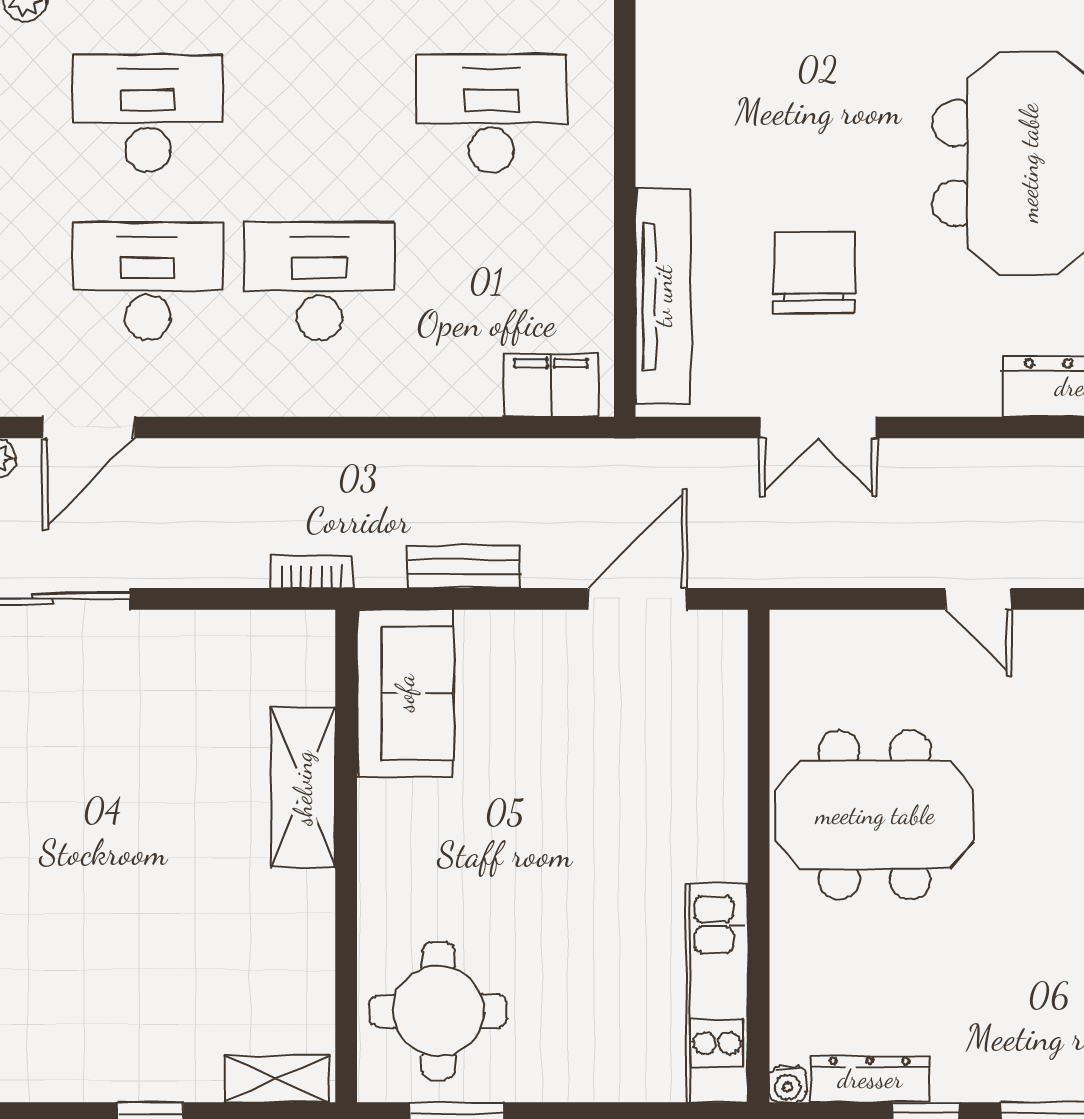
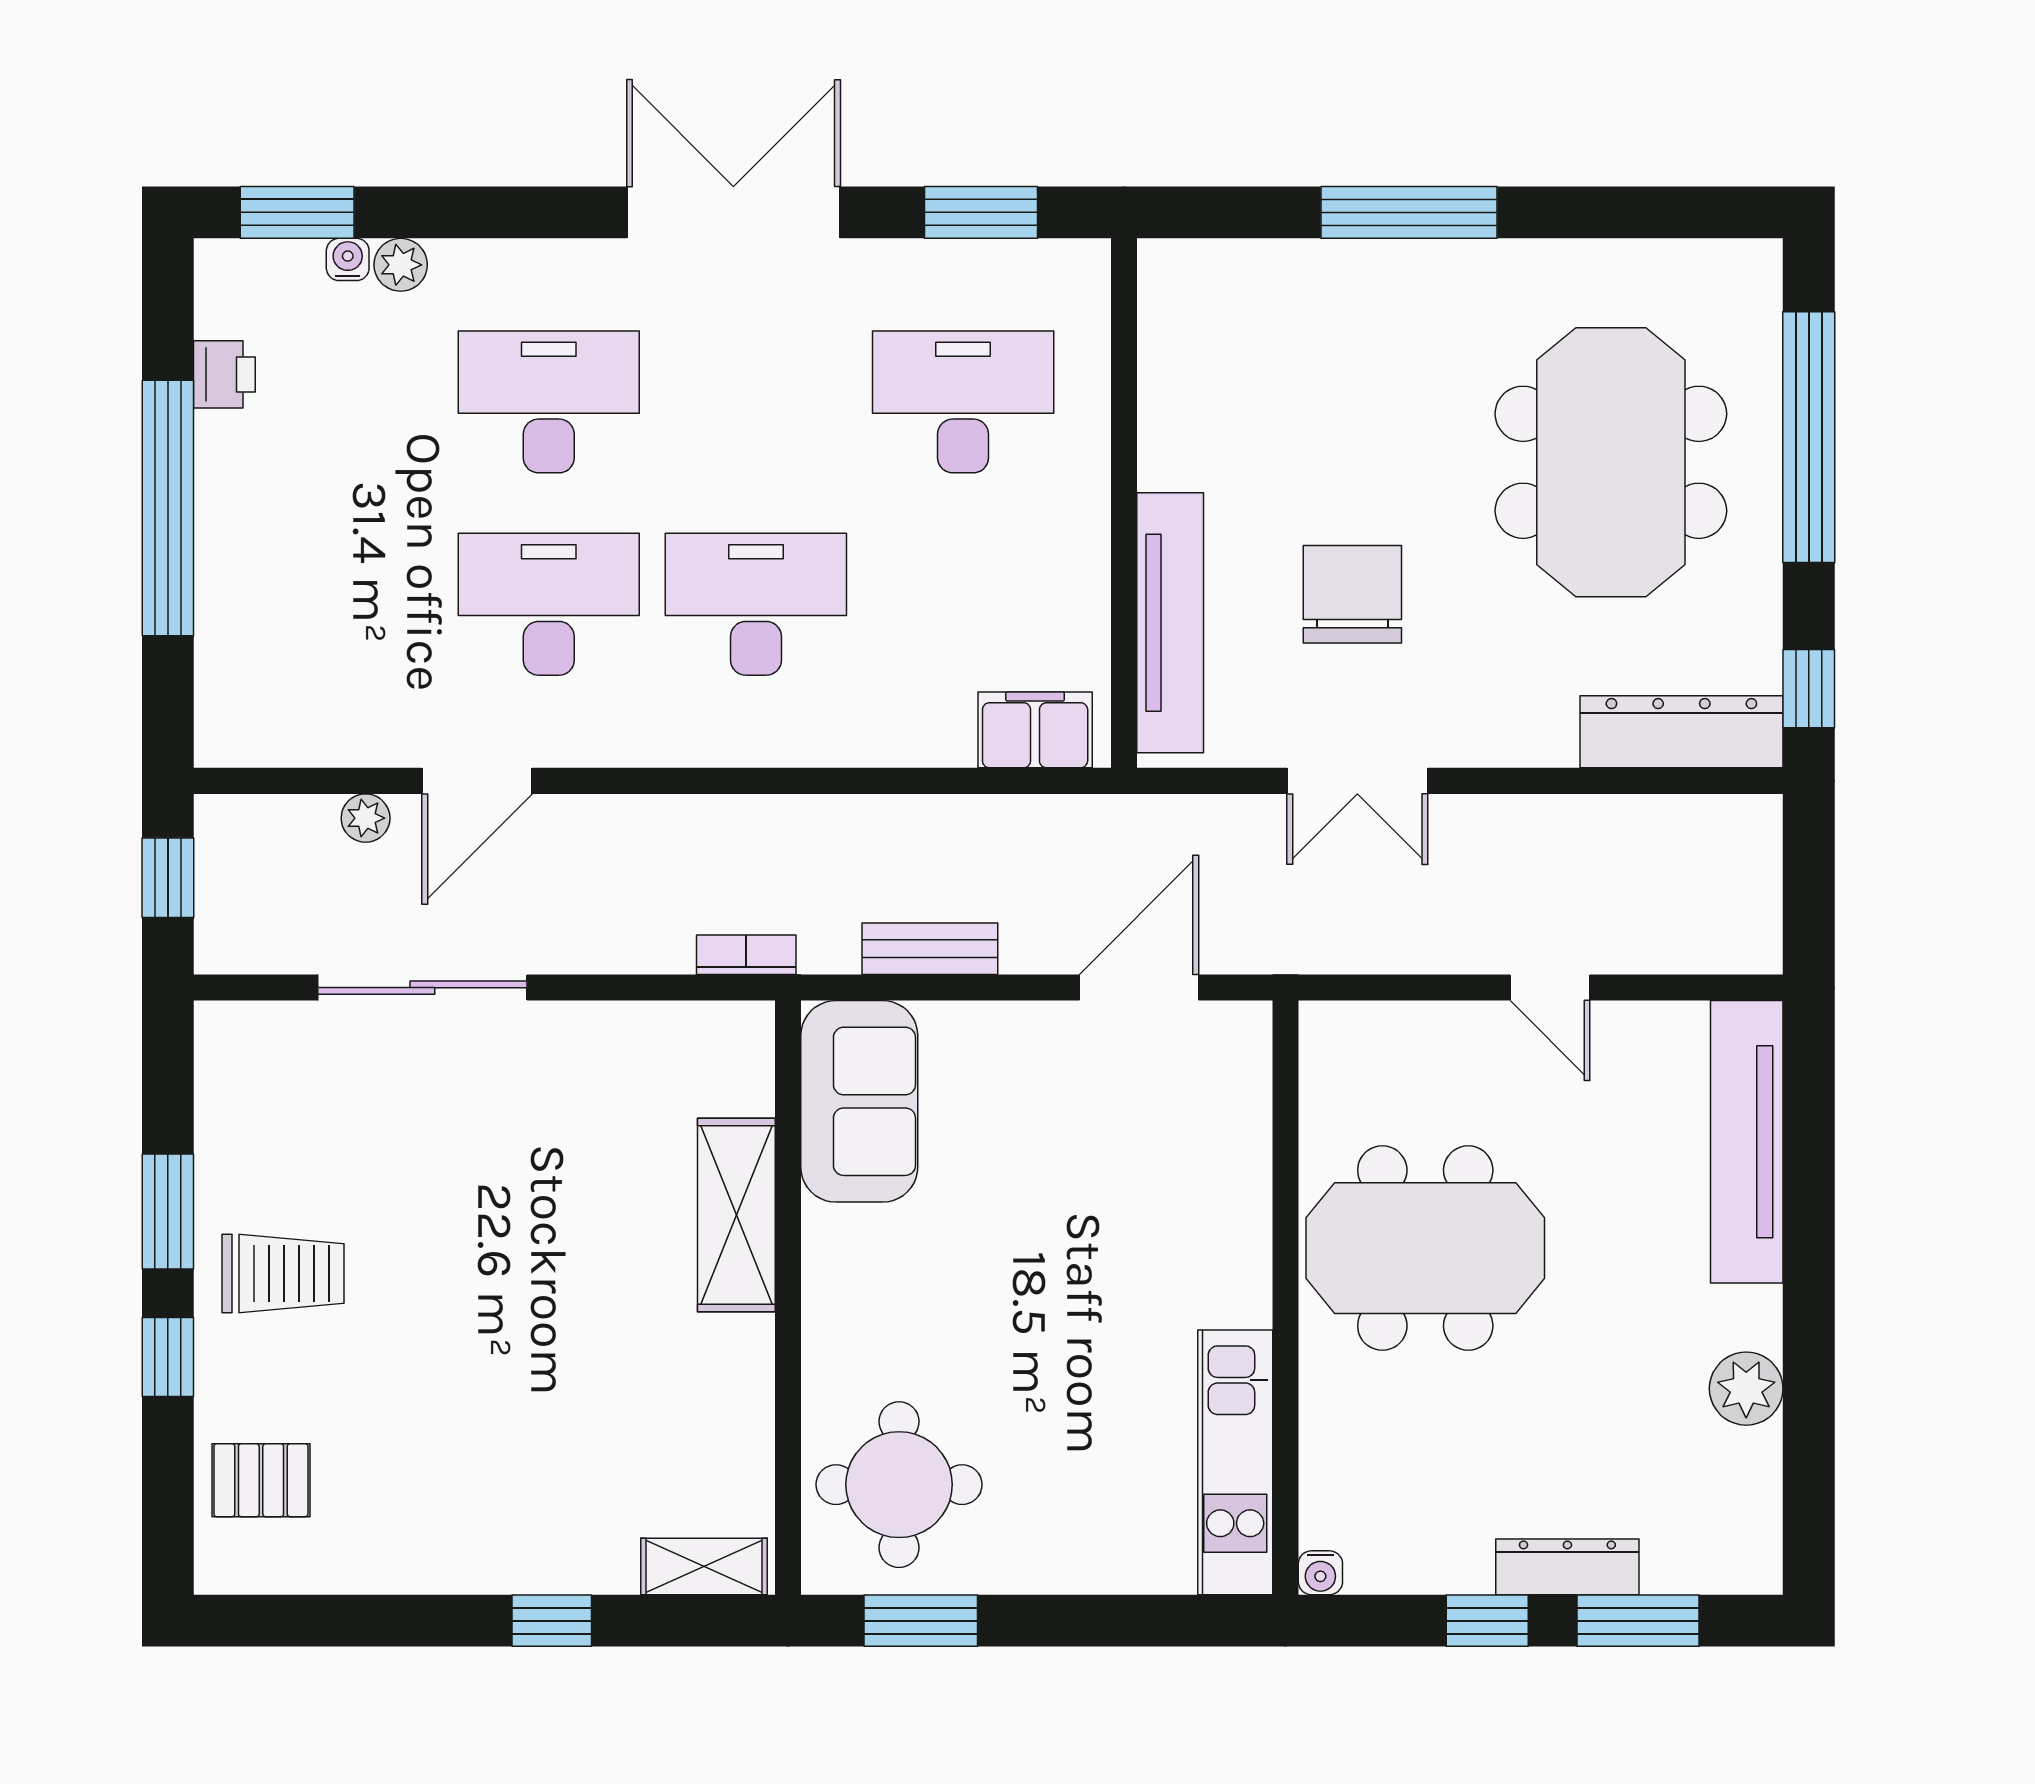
dresser: (870, 1079) -> (1567, 1567), moved

